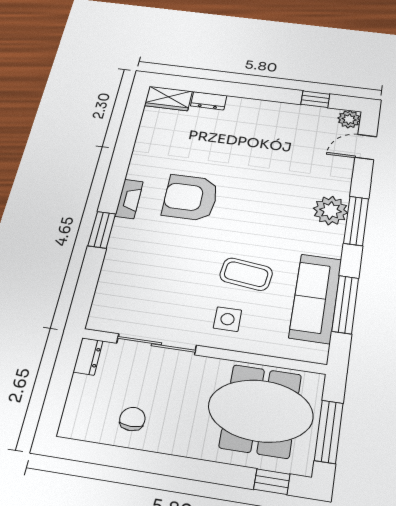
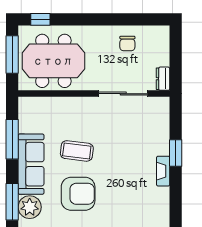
armchair: (190, 198) -> (78, 194), moved
fireplace: (129, 199) -> (163, 171), moved
window: (102, 230) -> (176, 153), moved
sofa: (315, 298) -> (31, 164), moved
side table: (228, 319) -> (83, 117), removed

